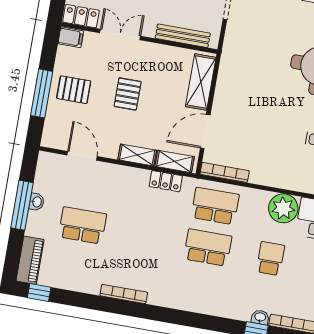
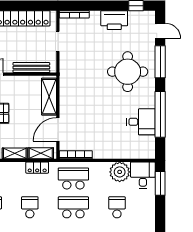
school desk: (145, 236) -> (30, 207), added

